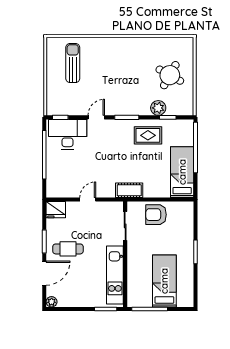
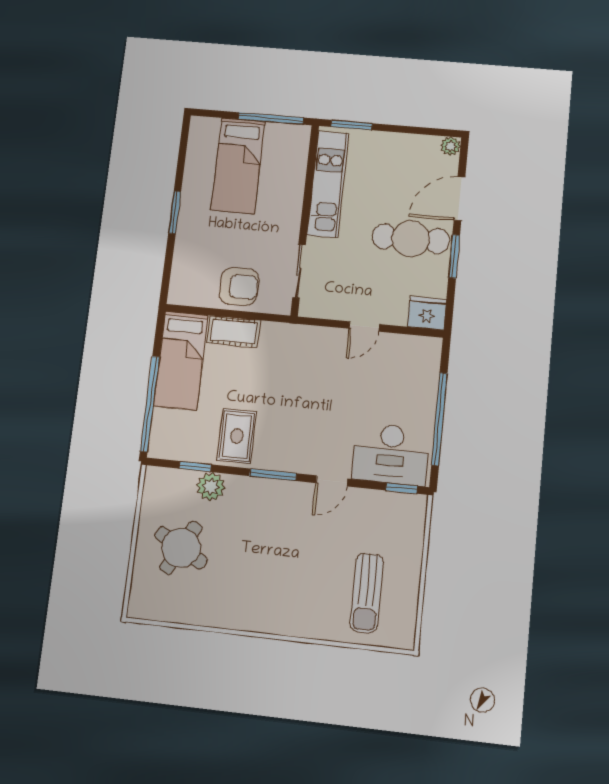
rug: (148, 135) -> (237, 436), turned 90
cot: (129, 190) -> (234, 331), moved
cafe table: (68, 249) -> (411, 239), width x1.37, depth x1.35

